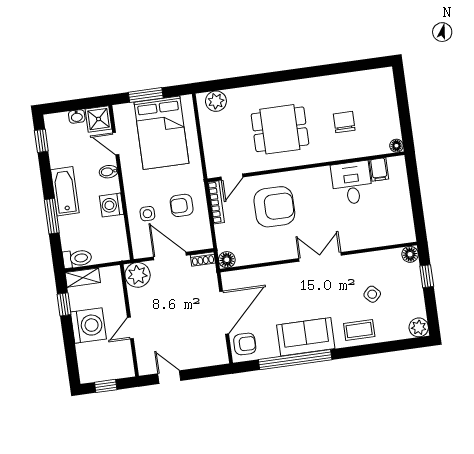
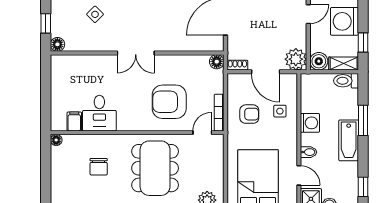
dining table: (280, 129) -> (155, 168), width x1.38
boiler: (111, 276) -> (319, 61), added

